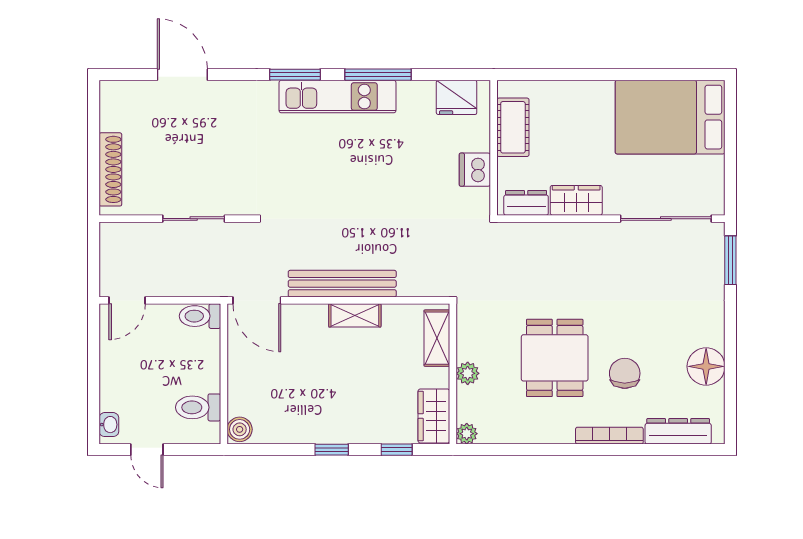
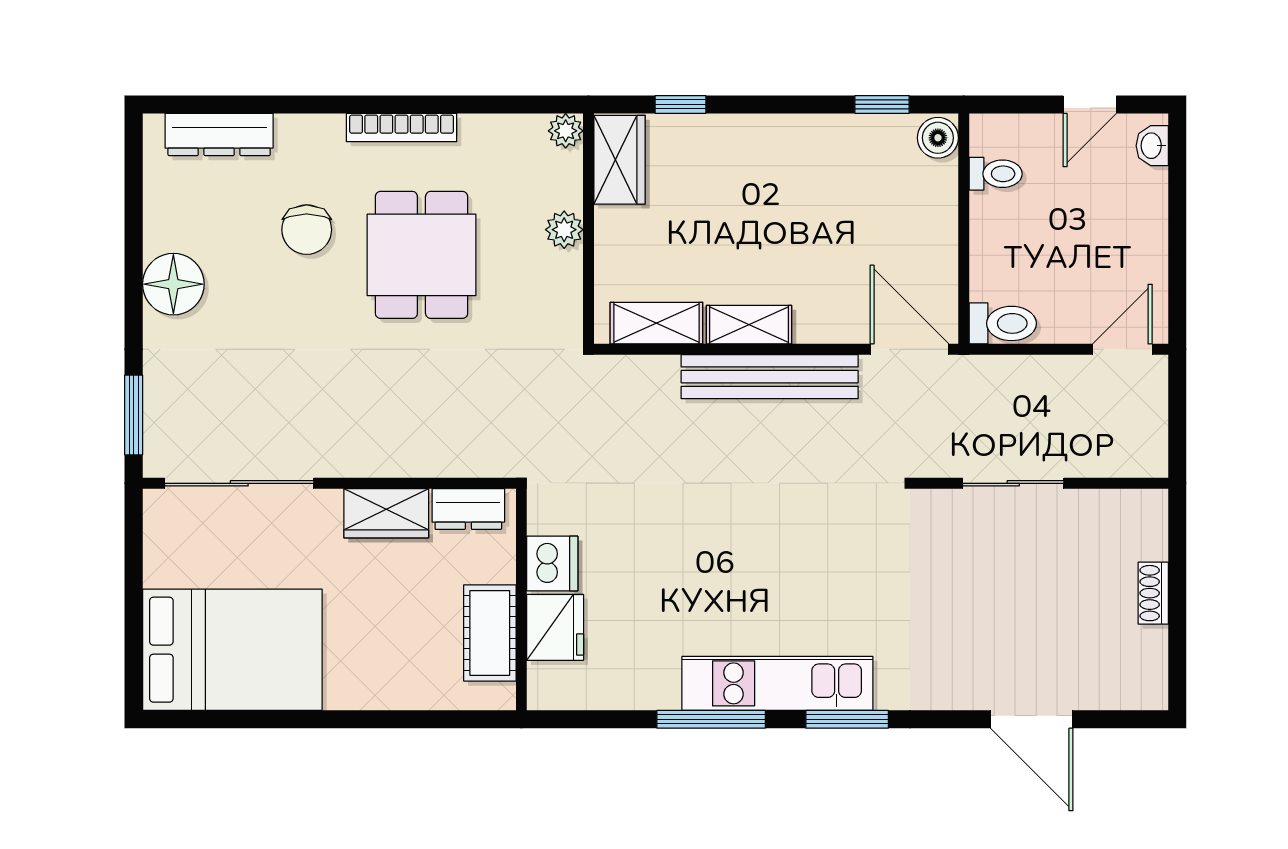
fridge: (457, 97) -> (555, 627), moved, turned 90
shoe rack: (110, 169) -> (1153, 593), width x0.51, depth x0.81
shelving: (437, 338) -> (656, 323), moved, turned 90
floor lamp: (706, 366) -> (173, 284), moved
toilet: (198, 407) -> (996, 174), width x0.73, depth x0.72
bookcase: (609, 436) -> (402, 128), moved
door: (147, 450) -> (1090, 104), swing flipped
window: (332, 450) -> (882, 104), moved

